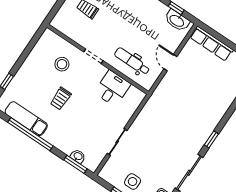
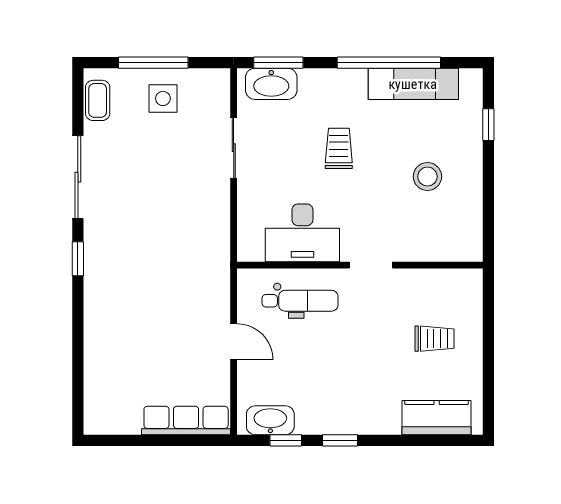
stool: (62, 64) -> (427, 177), moved
desk: (112, 88) -> (302, 233), width x1.37
trolley: (61, 98) -> (339, 148), moved
washbasin: (78, 156) -> (271, 84), width x1.91, depth x1.45

